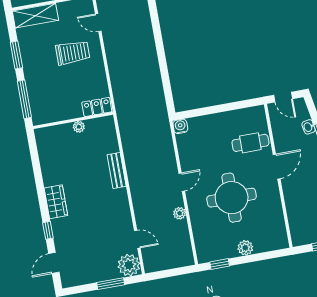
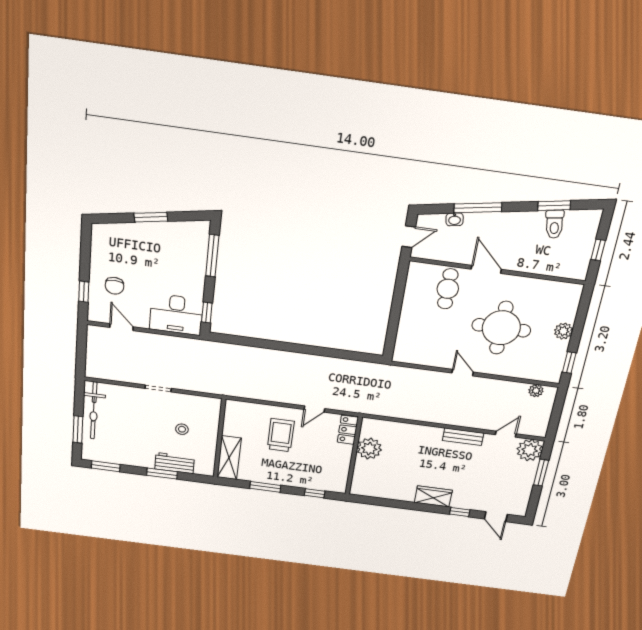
door: (98, 22) -> (314, 409), moved
window: (24, 99) -> (315, 493), width x0.46
water cooler: (180, 126) -> (400, 355), removed
plant: (79, 127) -> (369, 449), width x1.88, depth x1.88
bench: (117, 170) -> (463, 437), moved
plant: (180, 213) -> (536, 391), moved

